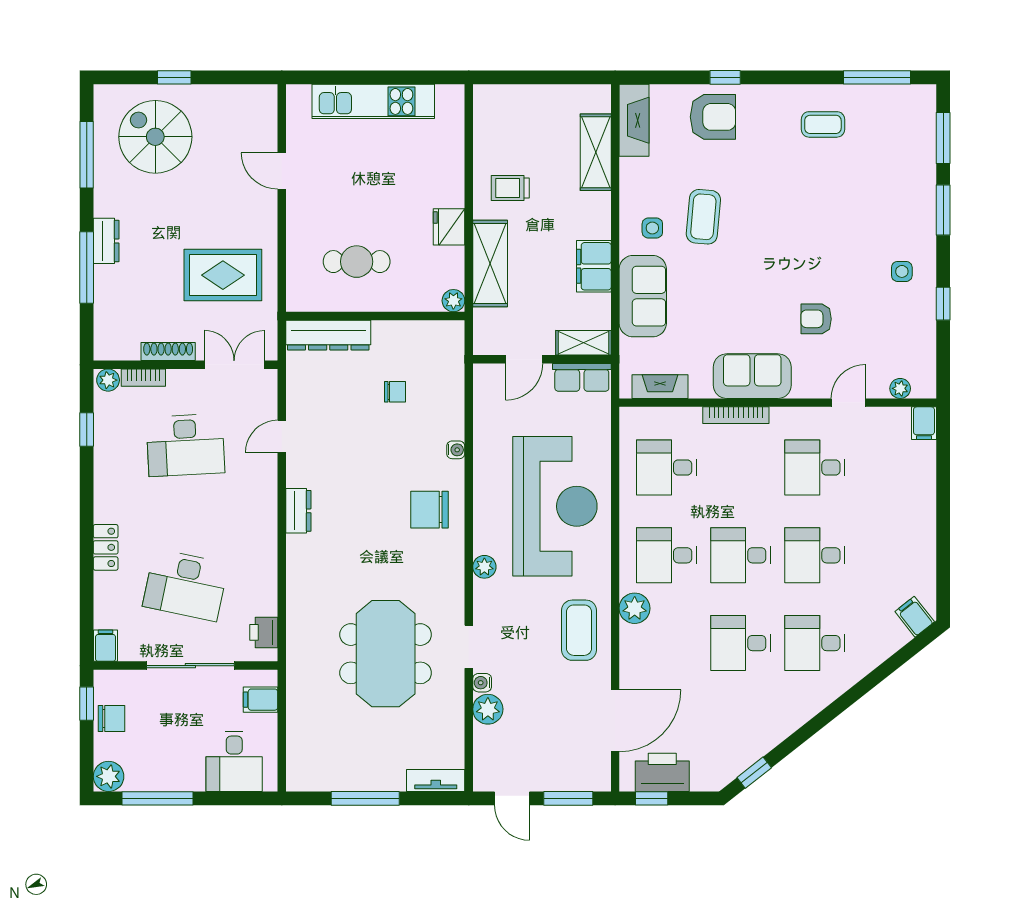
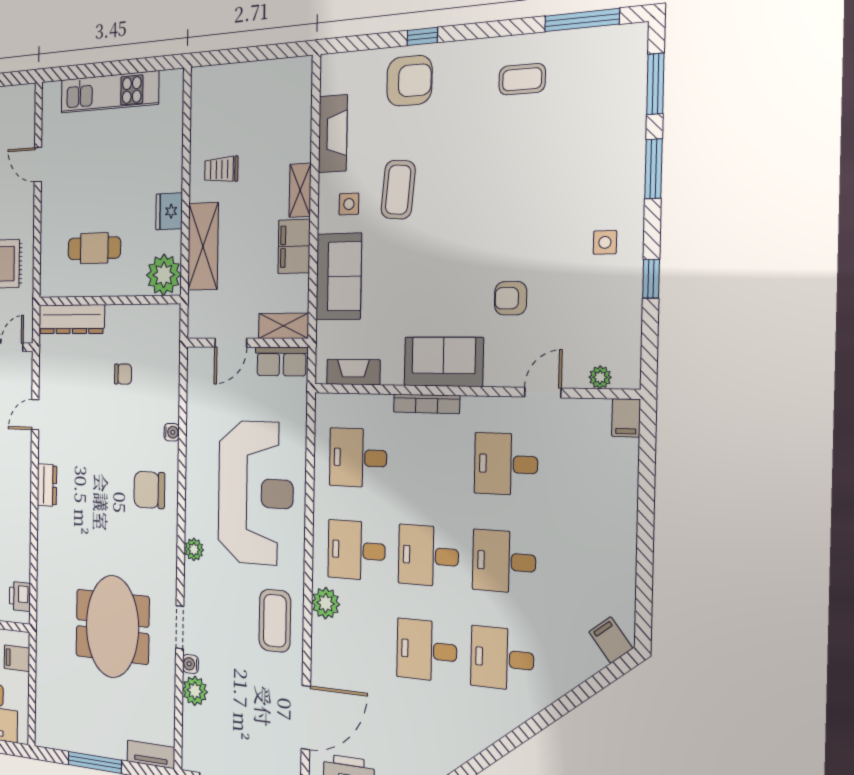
fireplace: (634, 120) -> (333, 134), moved
shelving: (596, 152) -> (300, 190), moved, width x0.67, depth x0.75
plant: (453, 301) -> (164, 275), width x1.87, depth x1.87

